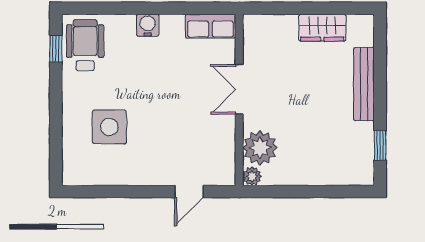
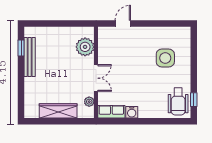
water cooler: (148, 25) -> (132, 112), moved
wardrobe: (322, 28) -> (58, 111), width x1.50
bench: (364, 84) -> (30, 57), moved
plant: (252, 176) -> (89, 102), moved

